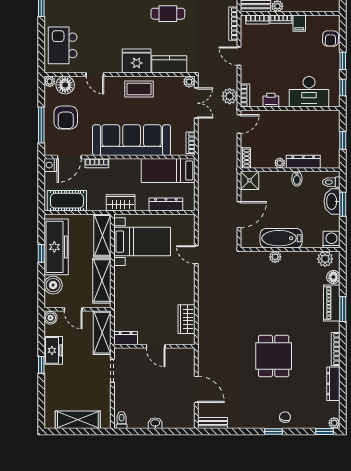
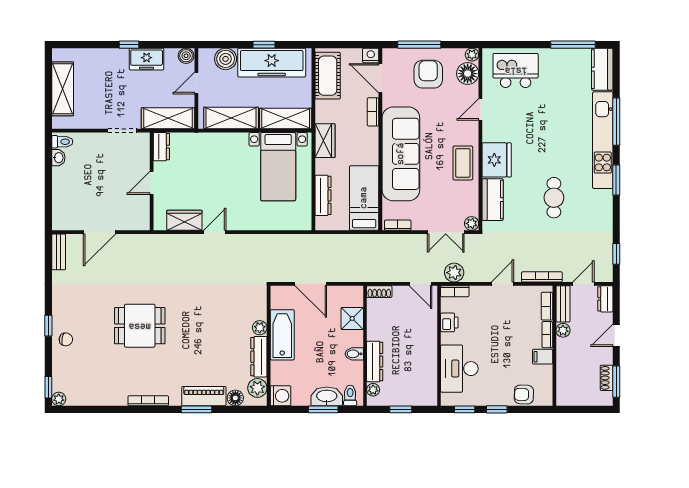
armchair: (66, 118) -> (428, 74), turned 90
plant: (280, 163) -> (373, 390), moved
shower: (250, 180) -> (352, 318), moved
door: (196, 255) -> (215, 232), moved
dresser: (333, 384) -> (259, 357), moved, turned -90
washbasin: (155, 423) -> (58, 158), moved

